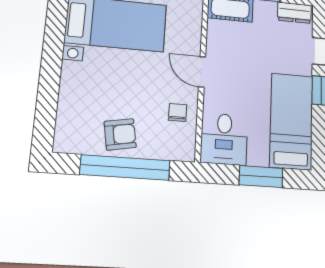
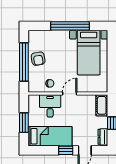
window: (52, 58) -> (70, 26), added
desk: (224, 139) -> (50, 106), moved, turned 90

